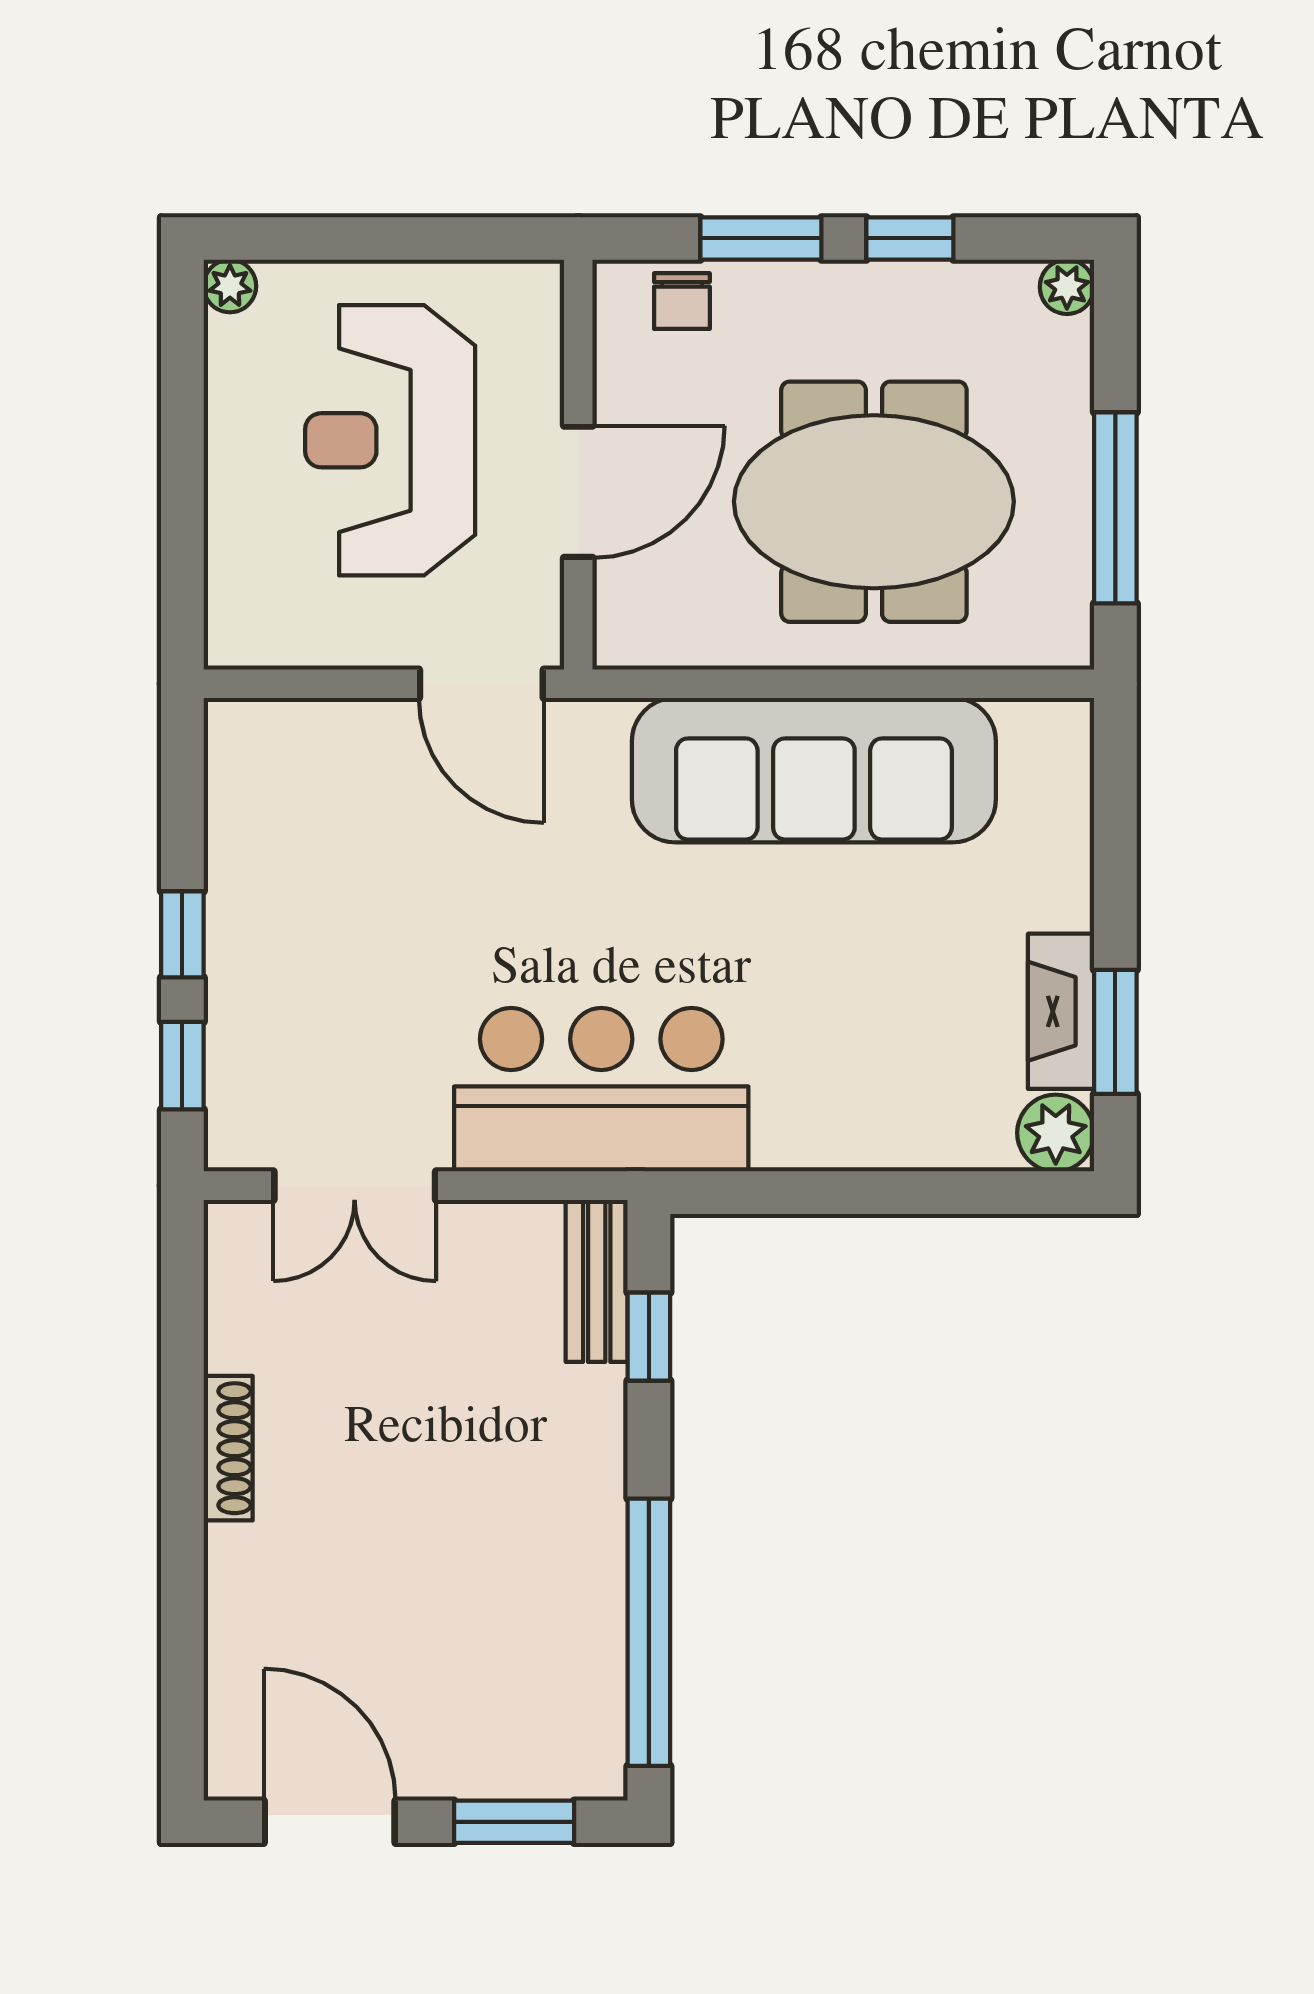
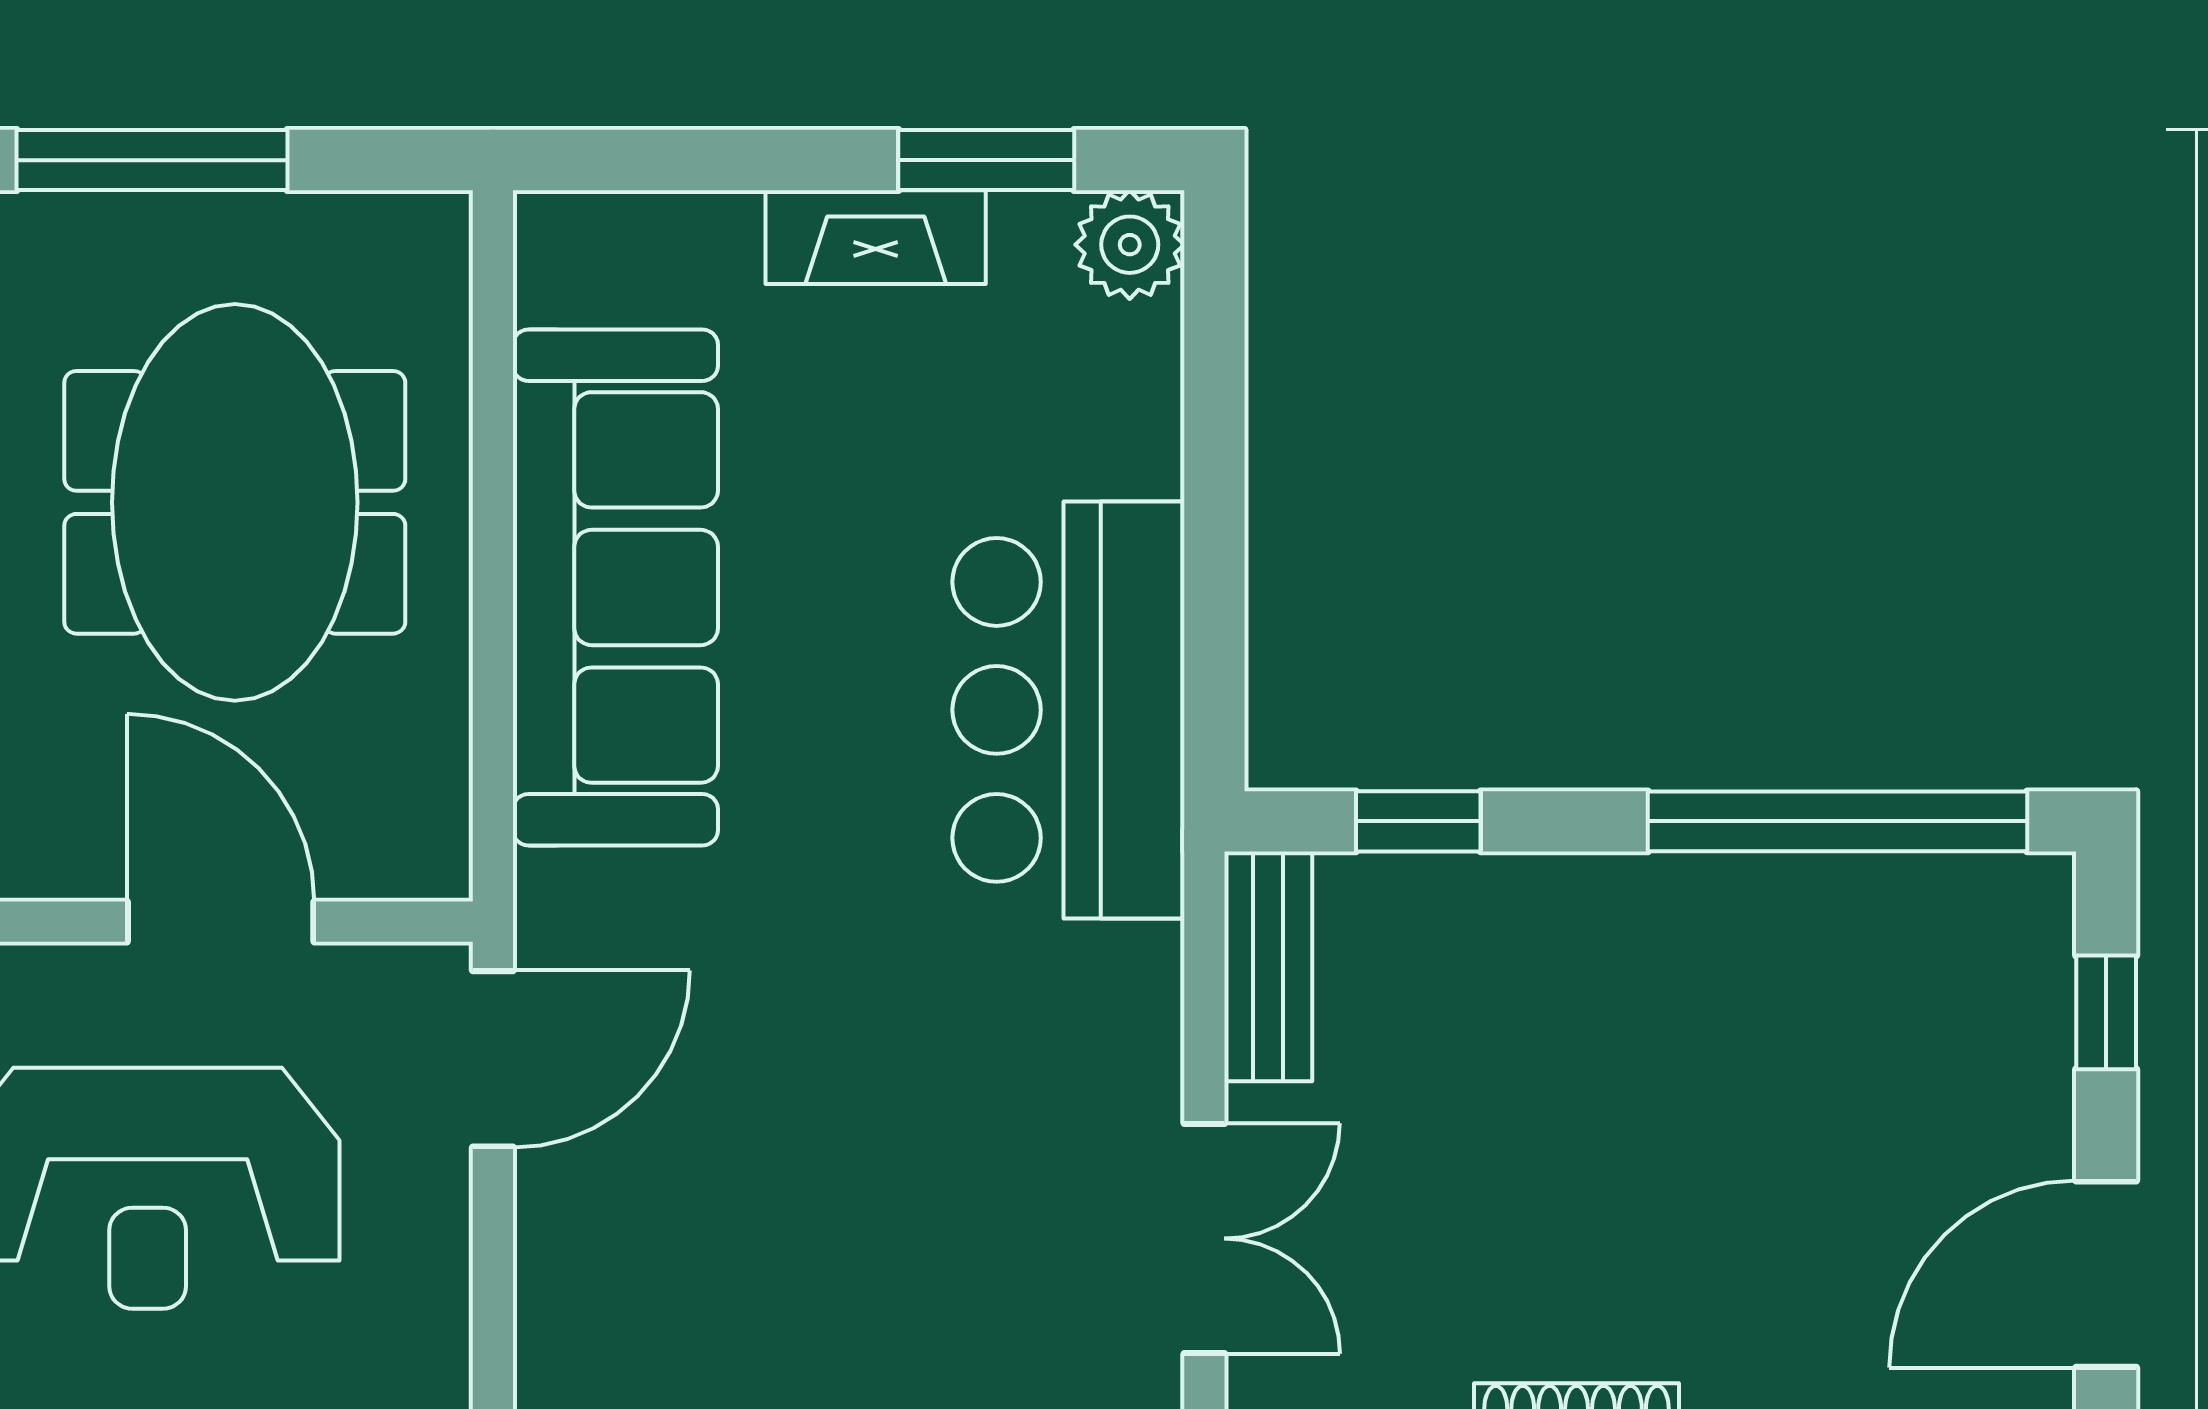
window: (1115, 508) -> (152, 160), moved
fireplace: (1061, 1011) -> (876, 237), moved
bar counter: (601, 1090) -> (1068, 710), moved
bench: (597, 1281) -> (1268, 966), moved, turned 90
window: (514, 1822) -> (2106, 1012), width x0.67

